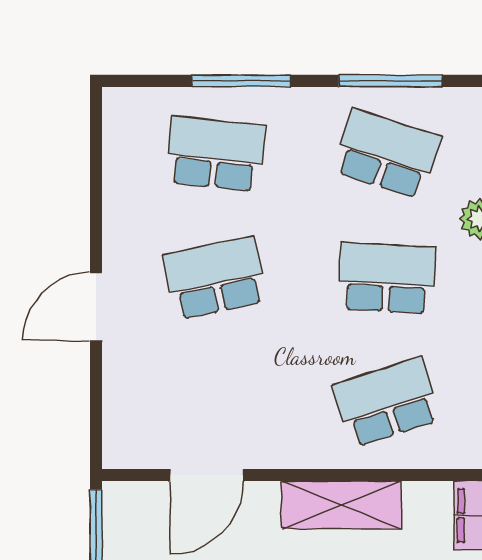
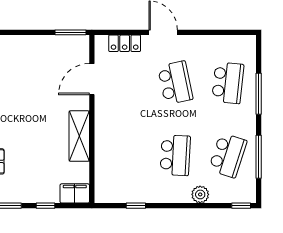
locker: (122, 398) -> (125, 43), added
school desk: (387, 402) -> (123, 155), removed
door: (207, 475) -> (92, 79), hinge flipped

